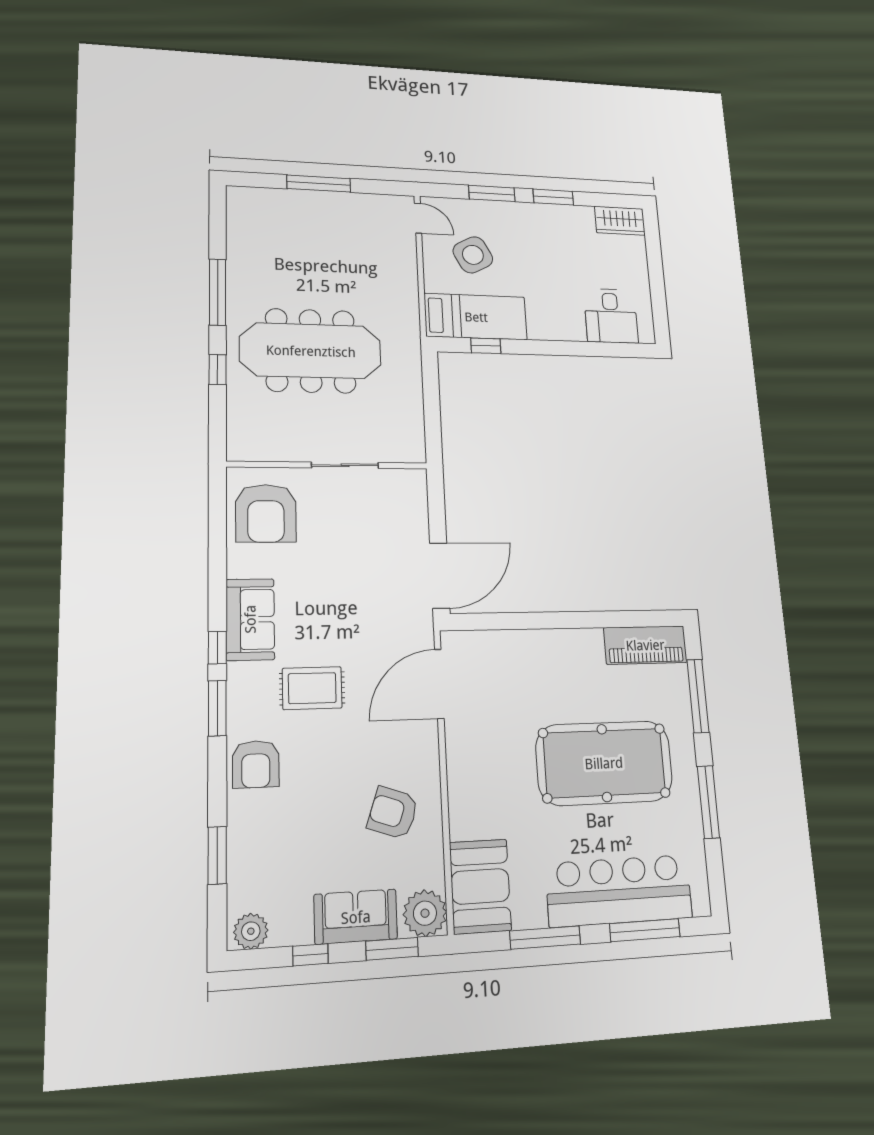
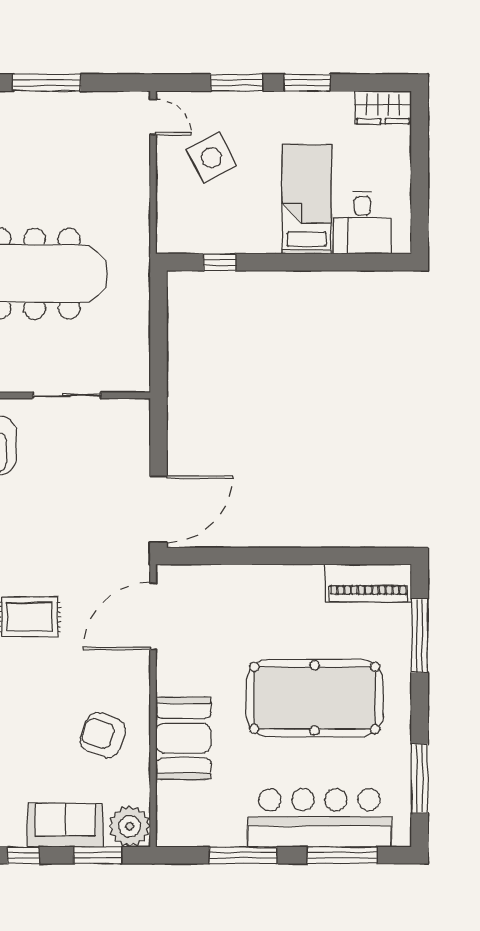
bed: (476, 317) -> (307, 199), moved, turned -90
window: (708, 802) -> (420, 778), moved
booth: (480, 886) -> (183, 738), moved

